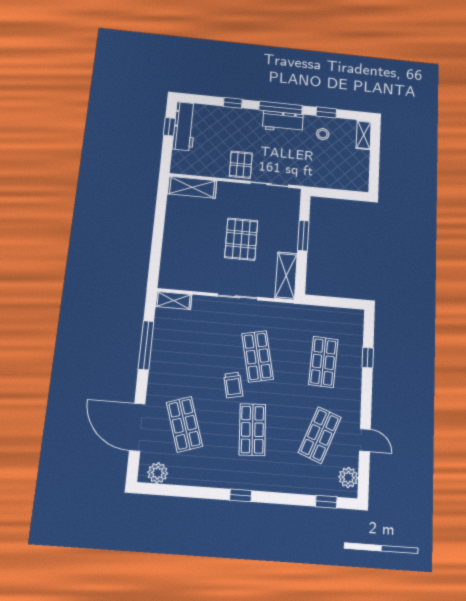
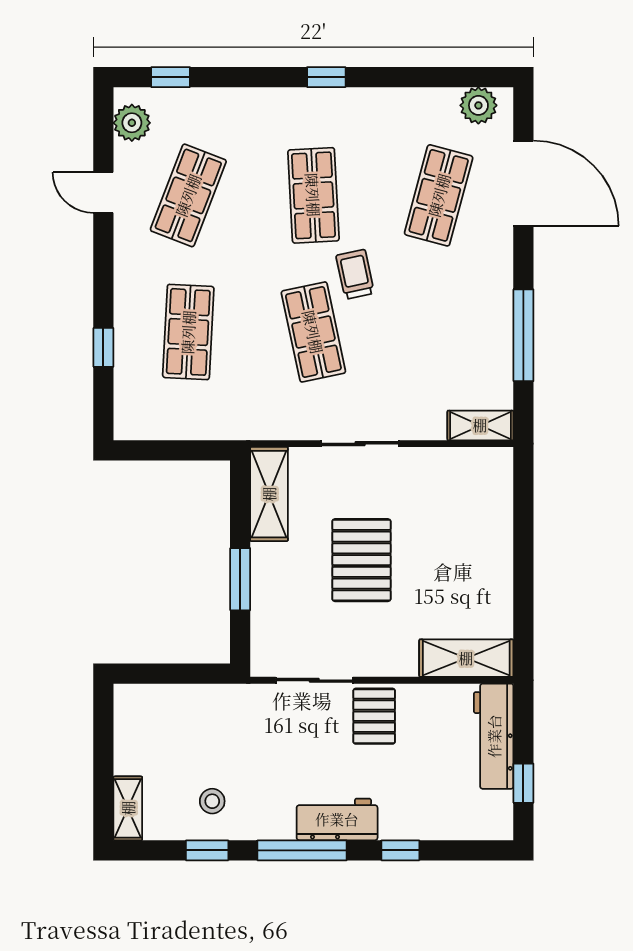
workbench: (283, 122) -> (337, 819), moved
workbench: (184, 126) -> (494, 736), moved
shop shelf: (184, 424) -> (439, 195), turned 33

